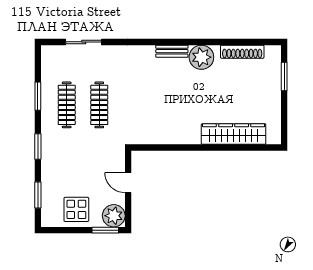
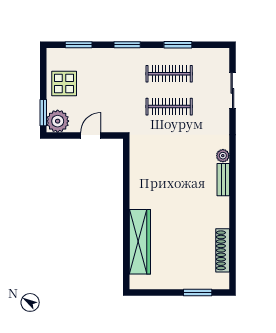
plant: (201, 57) -> (223, 156), moved, width x0.53, depth x0.53

